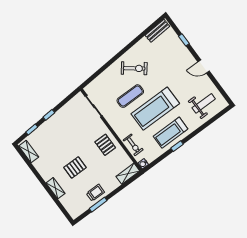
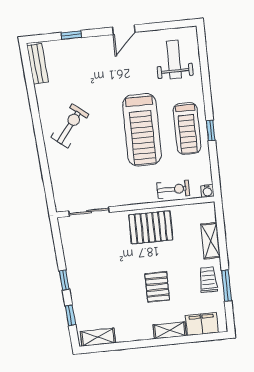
exercise mat: (130, 96) -> (105, 154), removed
pallet: (105, 145) -> (151, 227), width x1.50, depth x1.42
shelving: (128, 174) -> (211, 241), moved
filing cabinet: (69, 204) -> (202, 324), added

